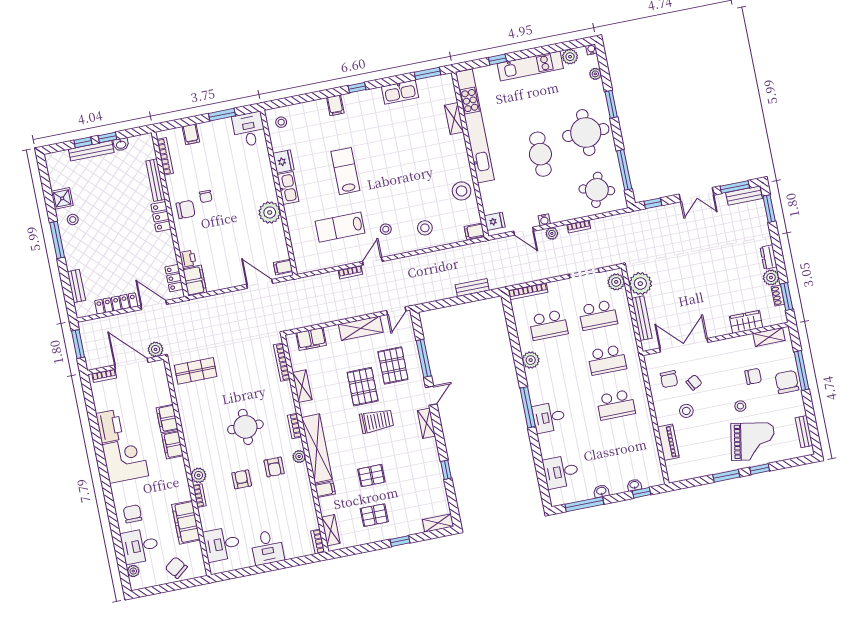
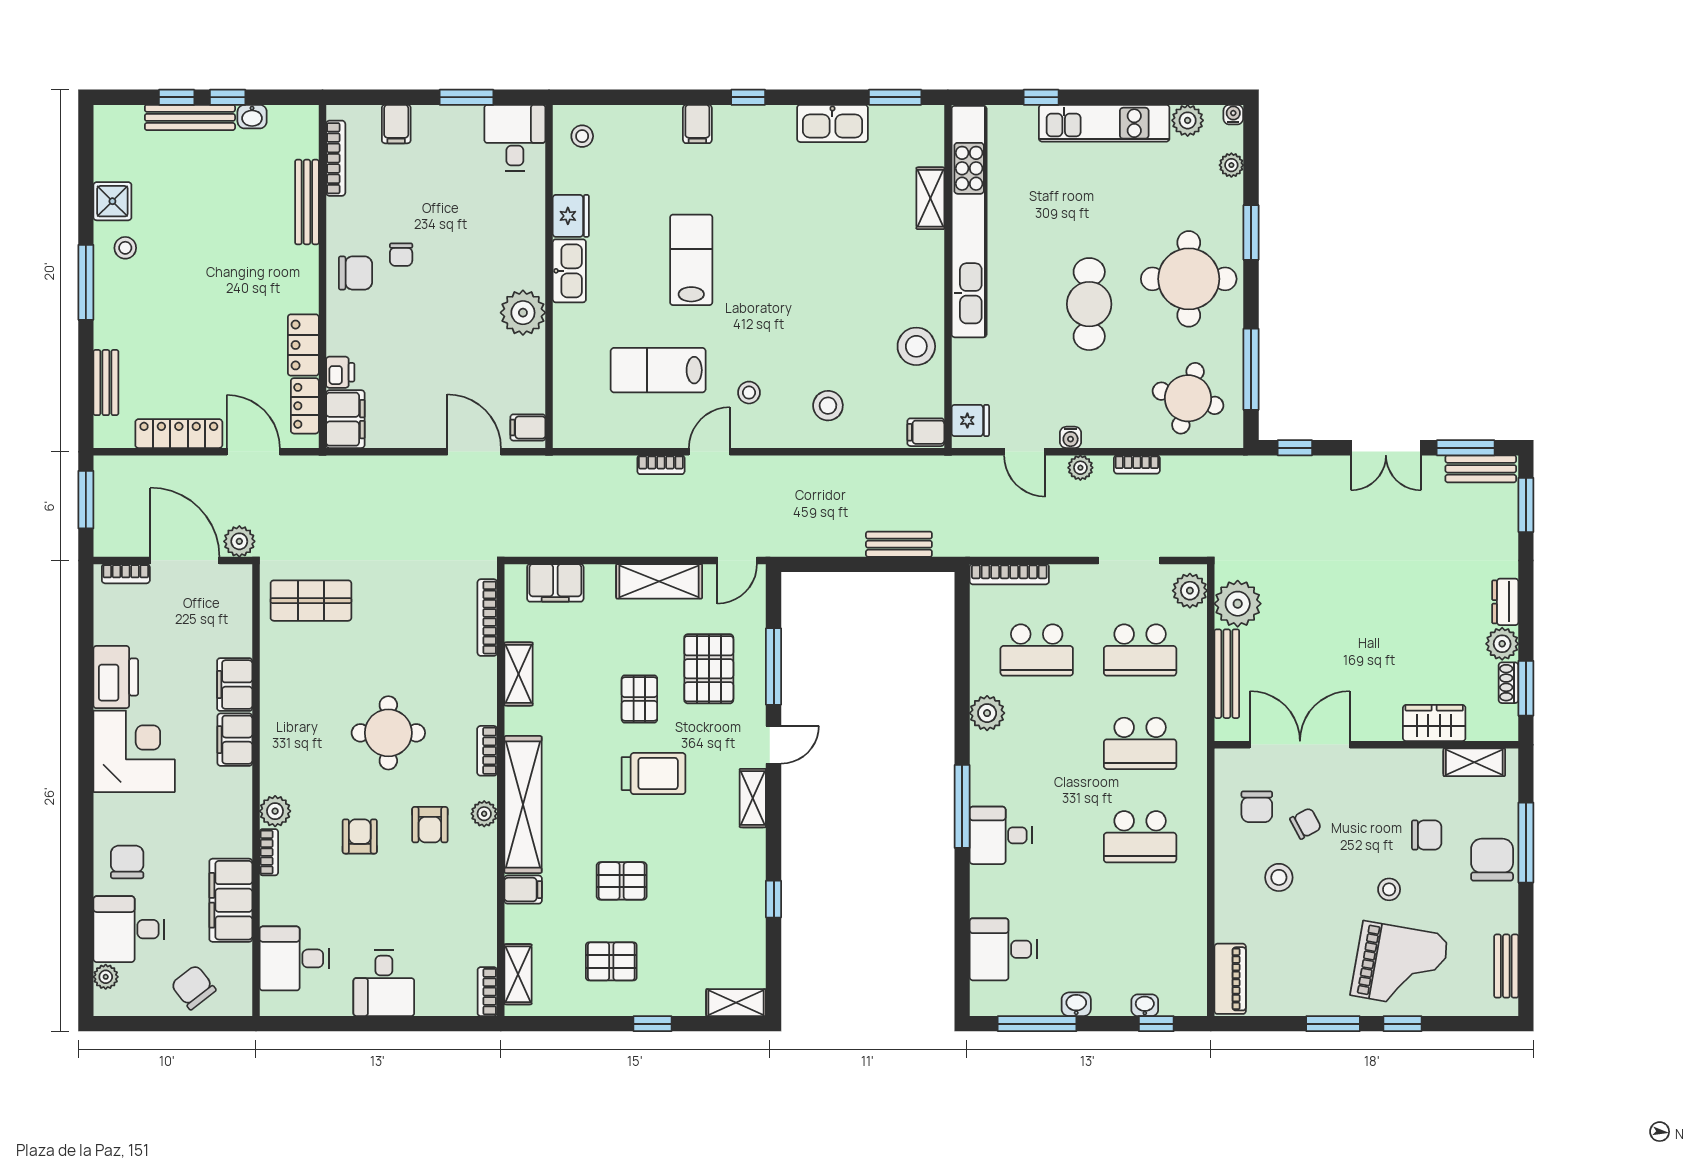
locker: (161, 217) -> (303, 345), moved
pallet: (363, 387) -> (639, 699), width x0.67, depth x0.71
piano: (668, 442) -> (1230, 979), moved

